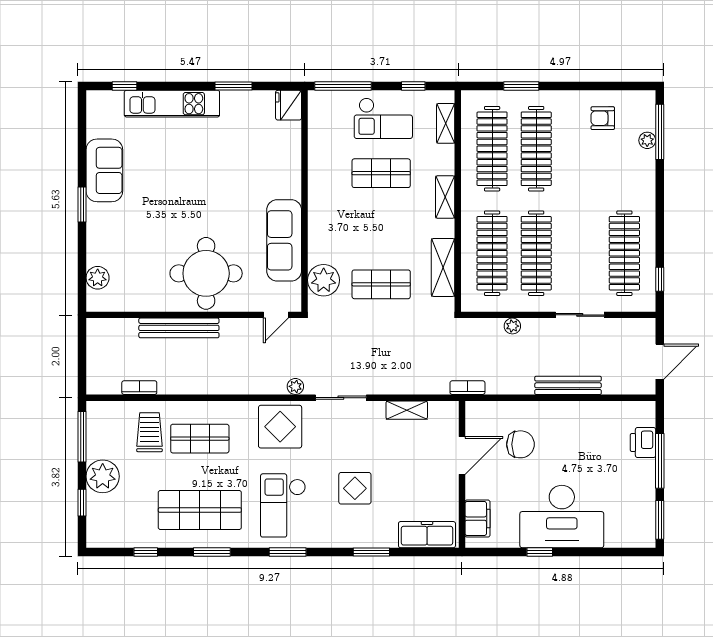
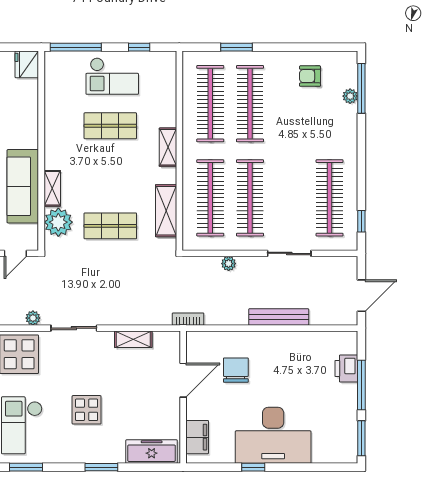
shelving: (446, 123) -> (52, 188), moved
chair: (520, 444) -> (236, 370), turned -90

